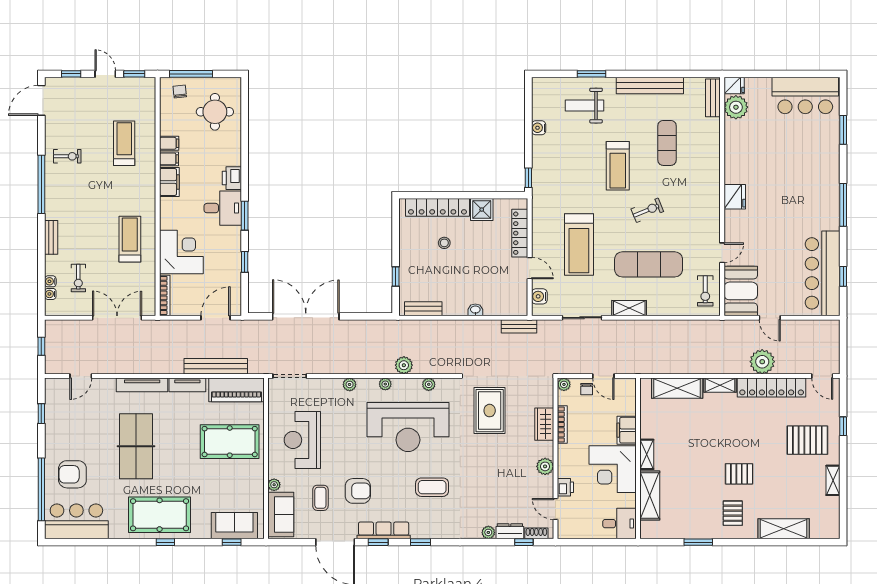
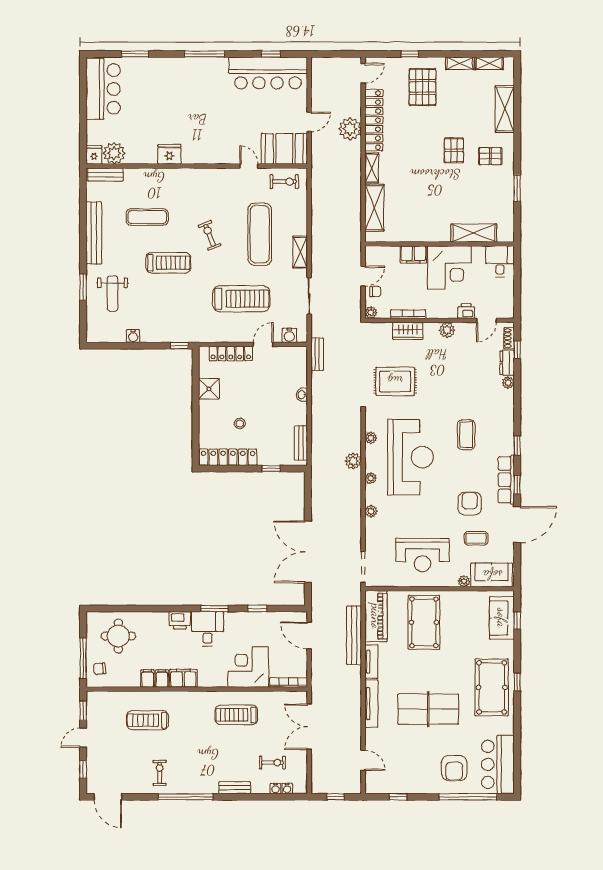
fridge: (735, 197) -> (169, 154), moved
locker: (437, 207) -> (228, 457), moved, turned -90
shelving: (647, 454) -> (489, 63), moved

